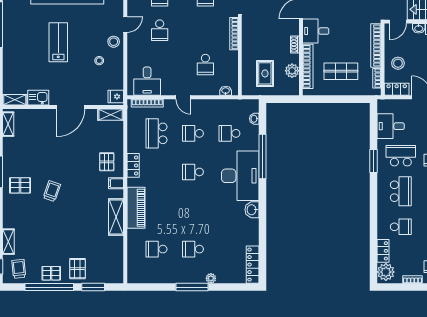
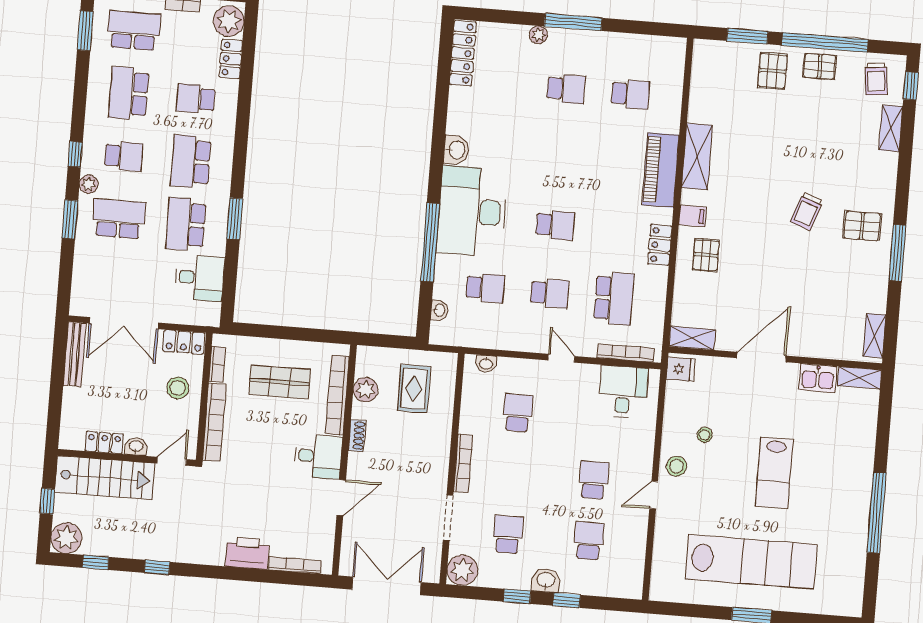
school desk: (401, 156) -> (186, 224), turned 90

